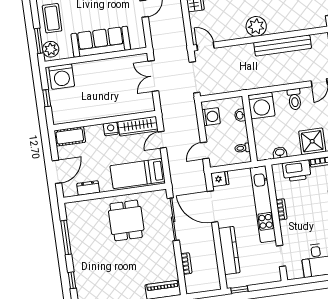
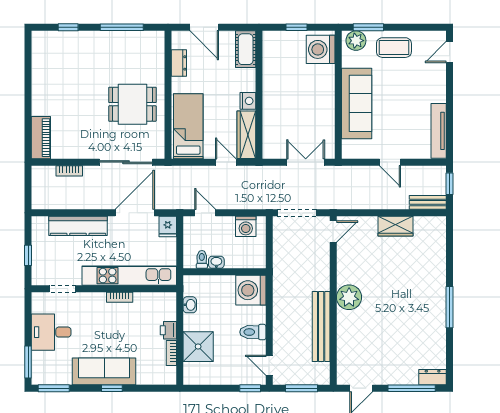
washbasin: (240, 115) -> (216, 262), moved
printer: (297, 171) -> (168, 330), width x0.53, depth x0.68
window: (239, 290) -> (28, 255), moved

